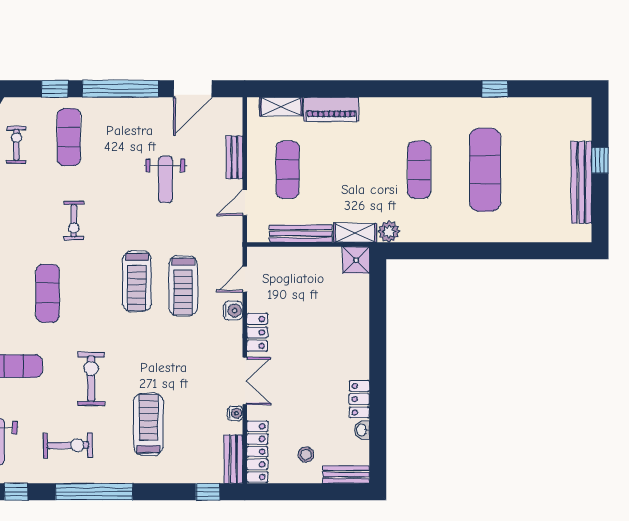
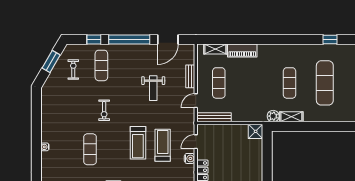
shelving: (355, 233) -> (291, 117), moved
bench: (301, 234) -> (214, 117), moved
treadmill: (183, 286) -> (163, 145), turned 180

